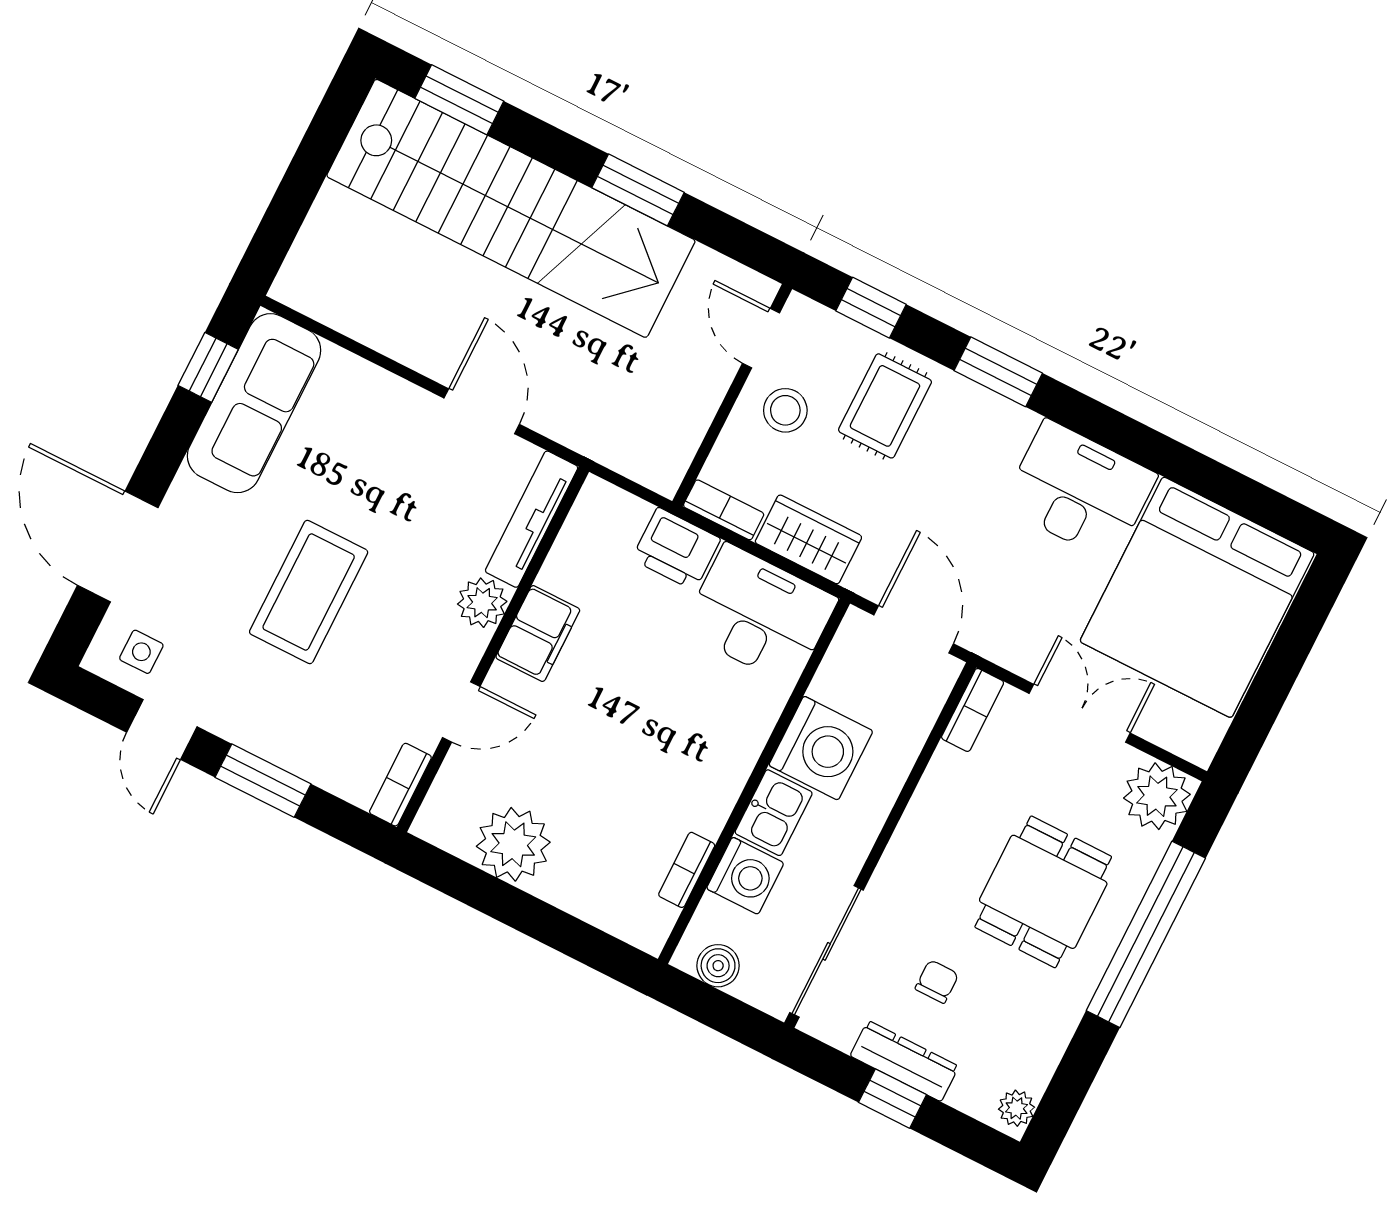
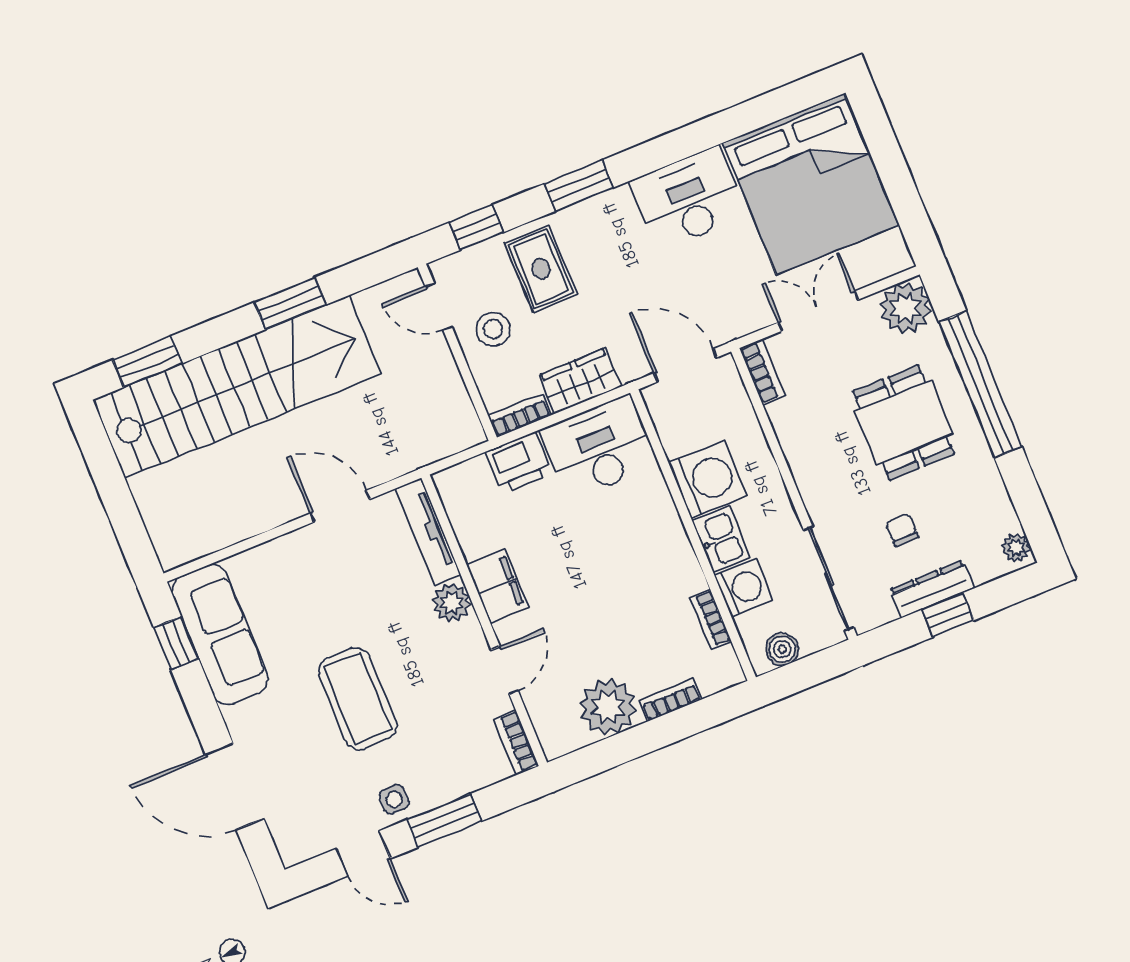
side table: (141, 652) -> (394, 799), moved
bookcase: (573, 899) -> (670, 700), added

